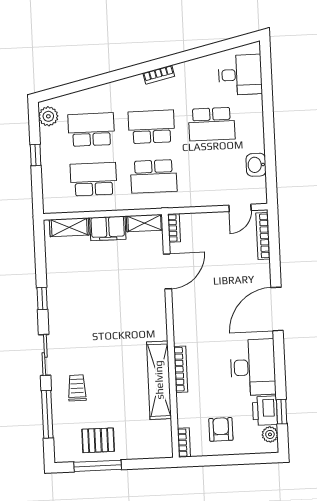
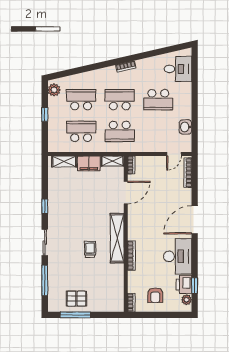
shelving: (159, 380) -> (117, 238), moved
trolley: (77, 388) -> (90, 249), moved
armchair: (221, 429) -> (155, 295), turned 180

